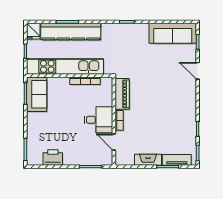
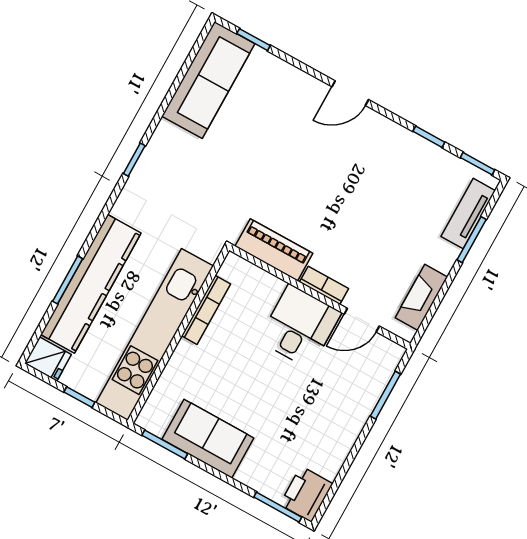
door: (198, 71) -> (350, 93), moved
sofa: (37, 94) -> (208, 439), moved
printer: (53, 157) -> (306, 494), moved
fireplace: (148, 160) -> (421, 297), moved

